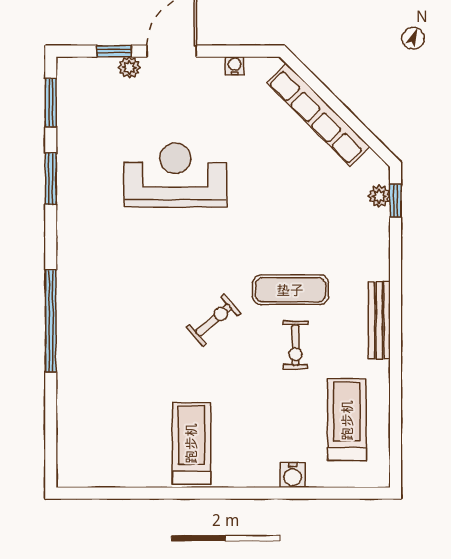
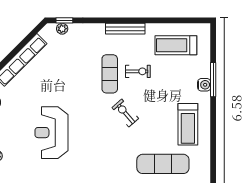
exercise mat: (114, 394) -> (163, 164), added
treadmill: (191, 443) -> (188, 124), turned -90
water cooler: (293, 475) -> (204, 85), moved
window: (279, 493) -> (213, 80), added

